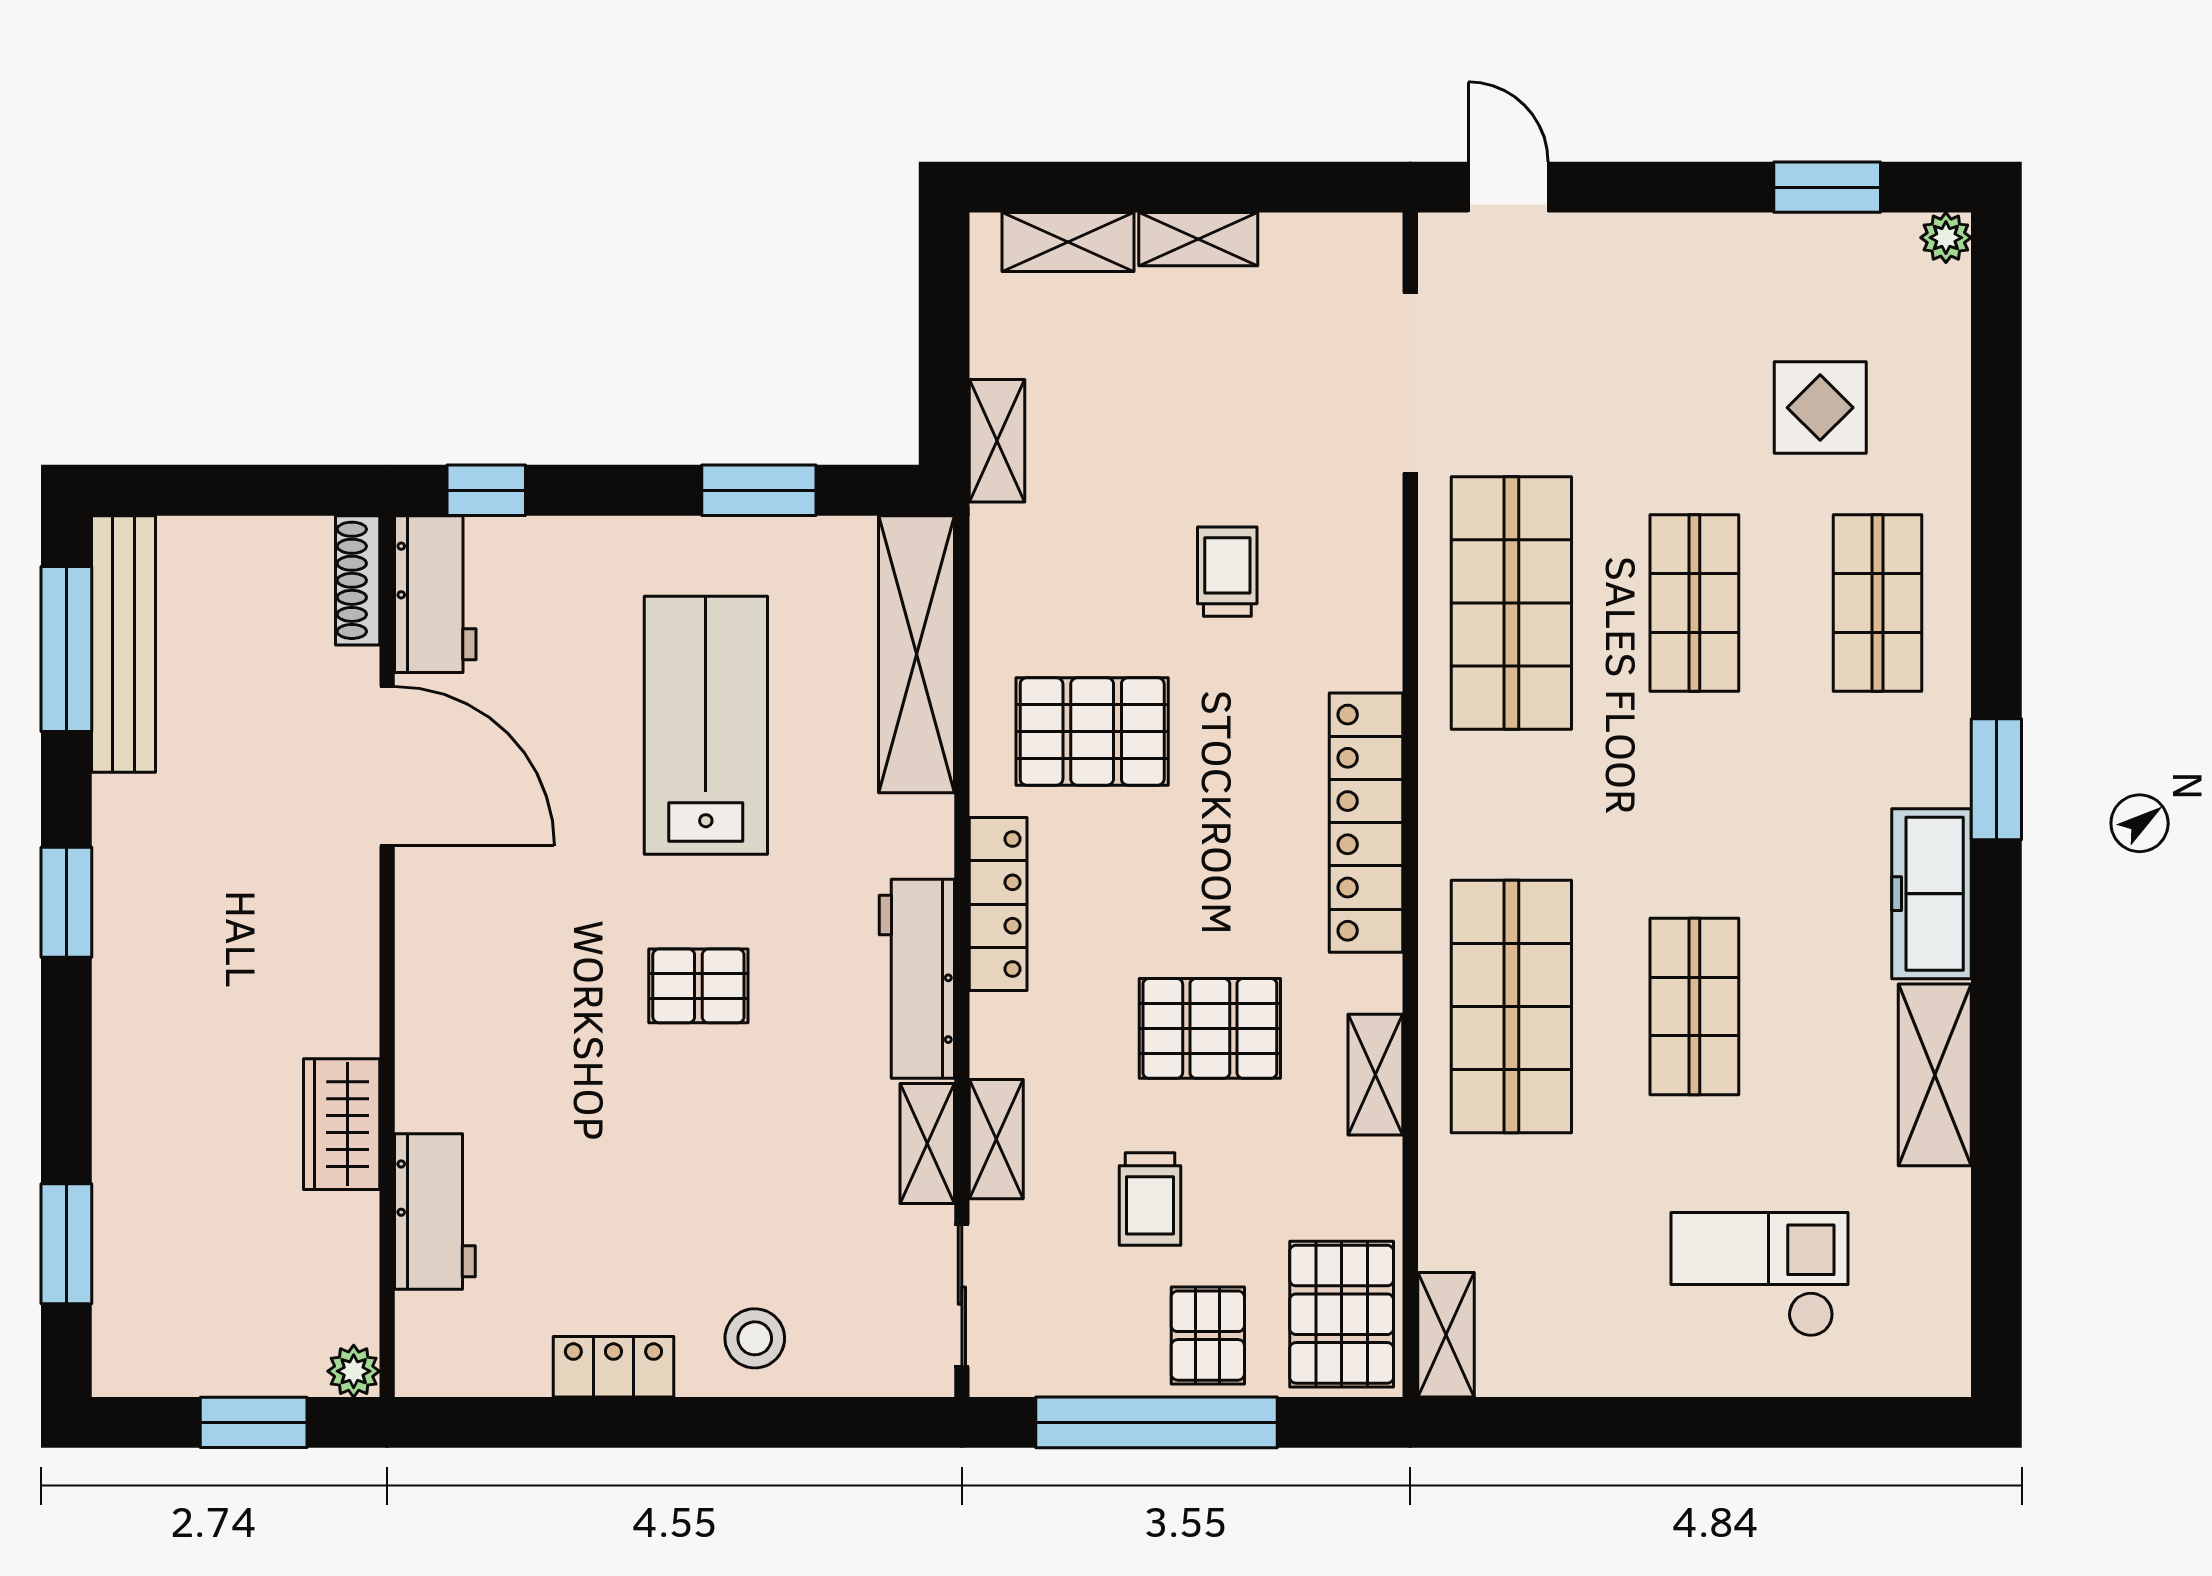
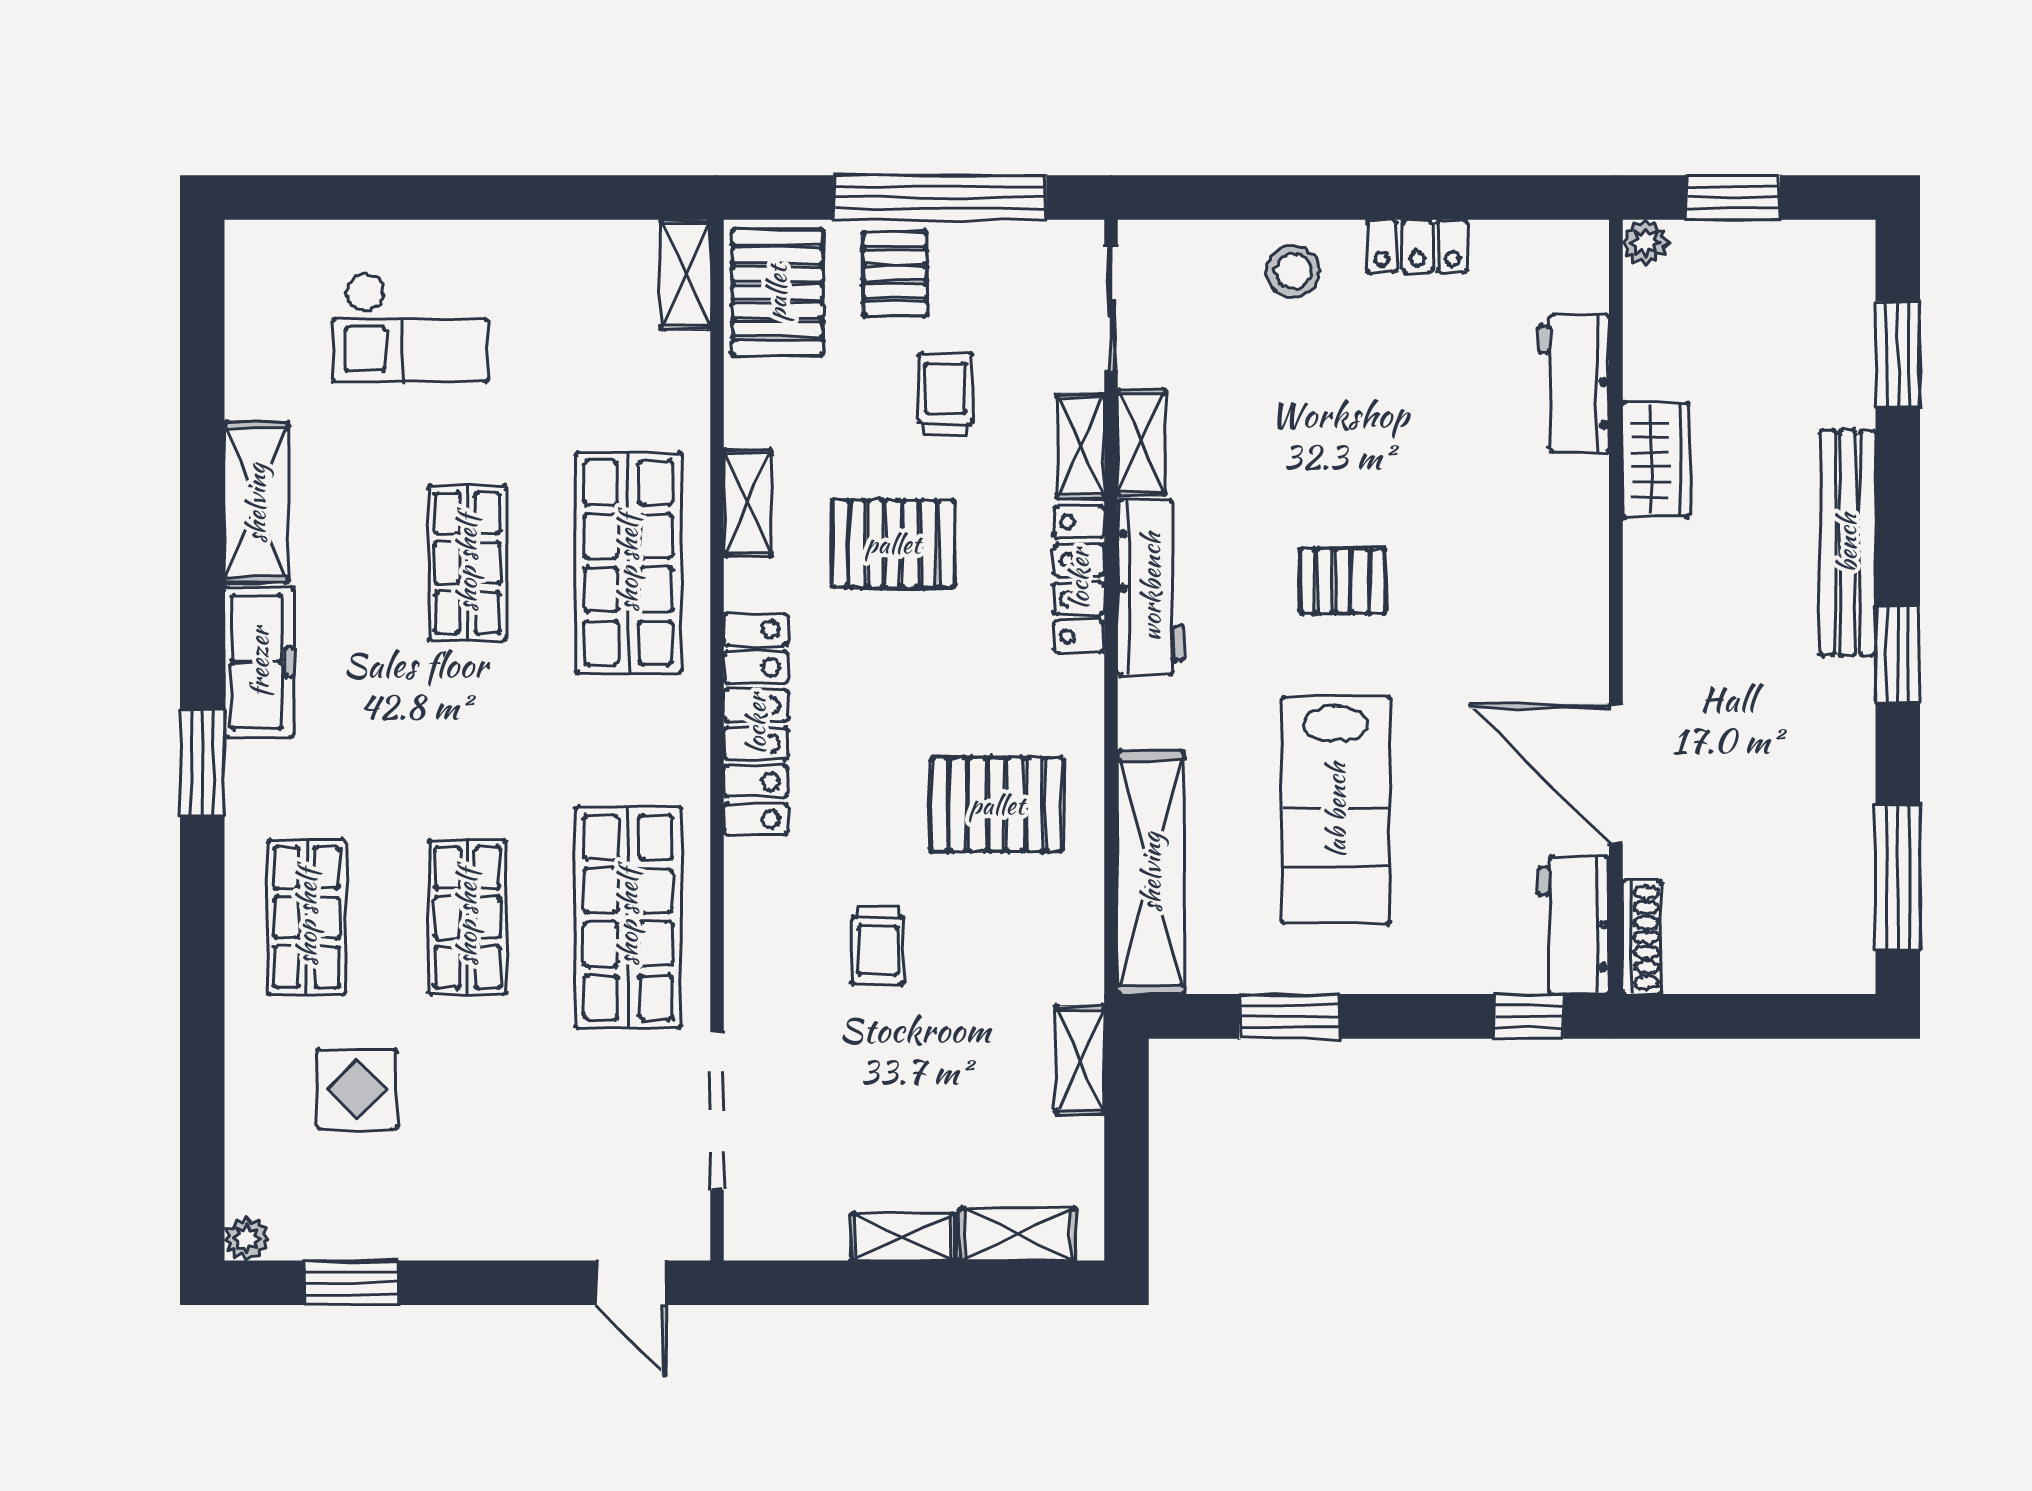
bench: (124, 644) -> (1847, 543), moved
locker: (998, 904) -> (1079, 579), moved

